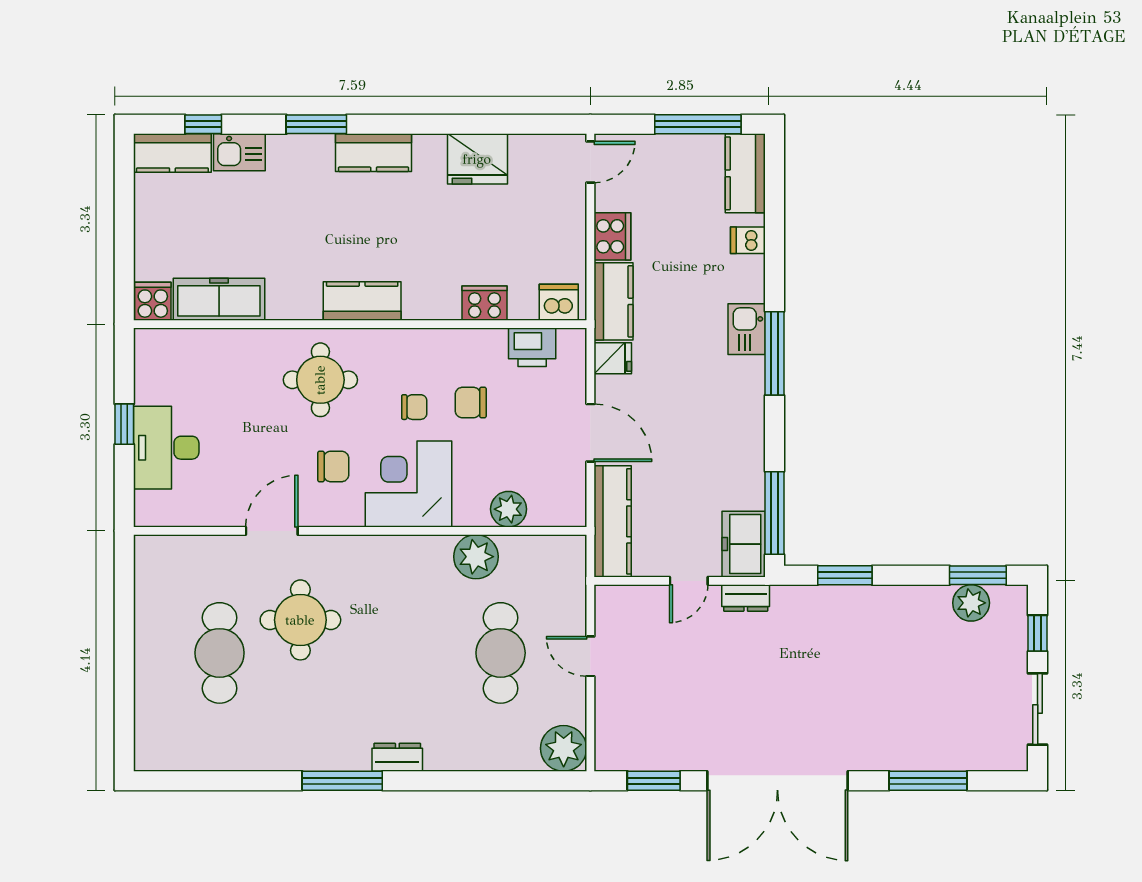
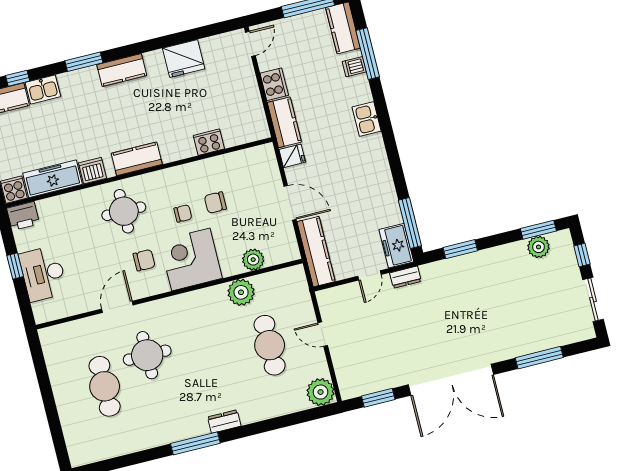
dishwasher: (559, 302) -> (92, 171), moved
printer: (532, 347) -> (23, 216), moved
window: (774, 353) -> (368, 54), moved

